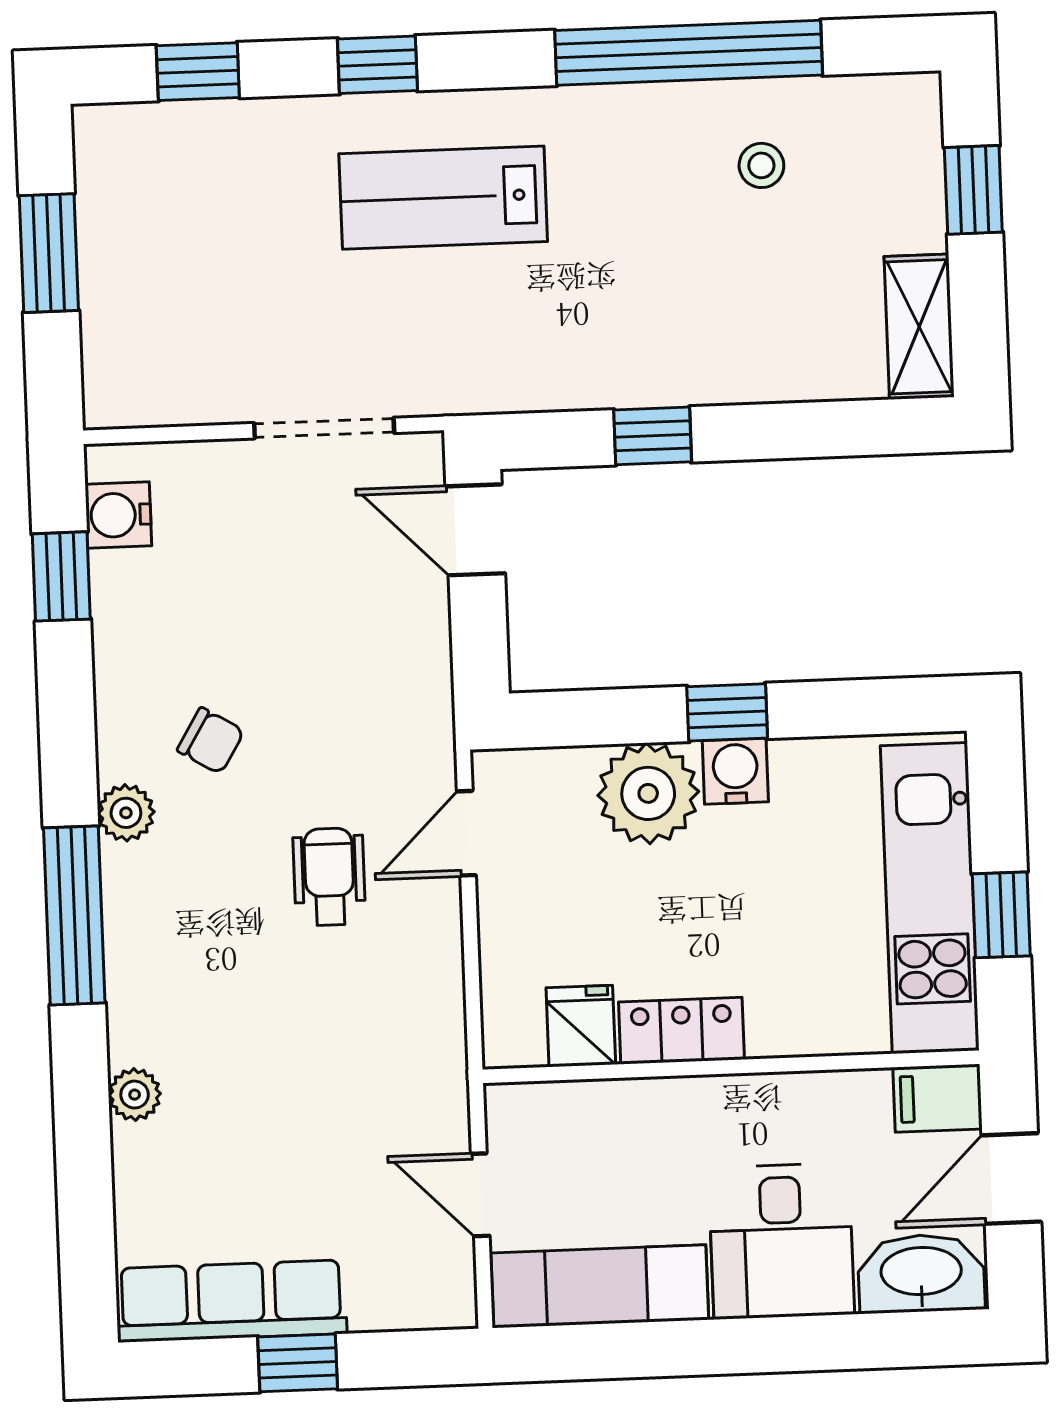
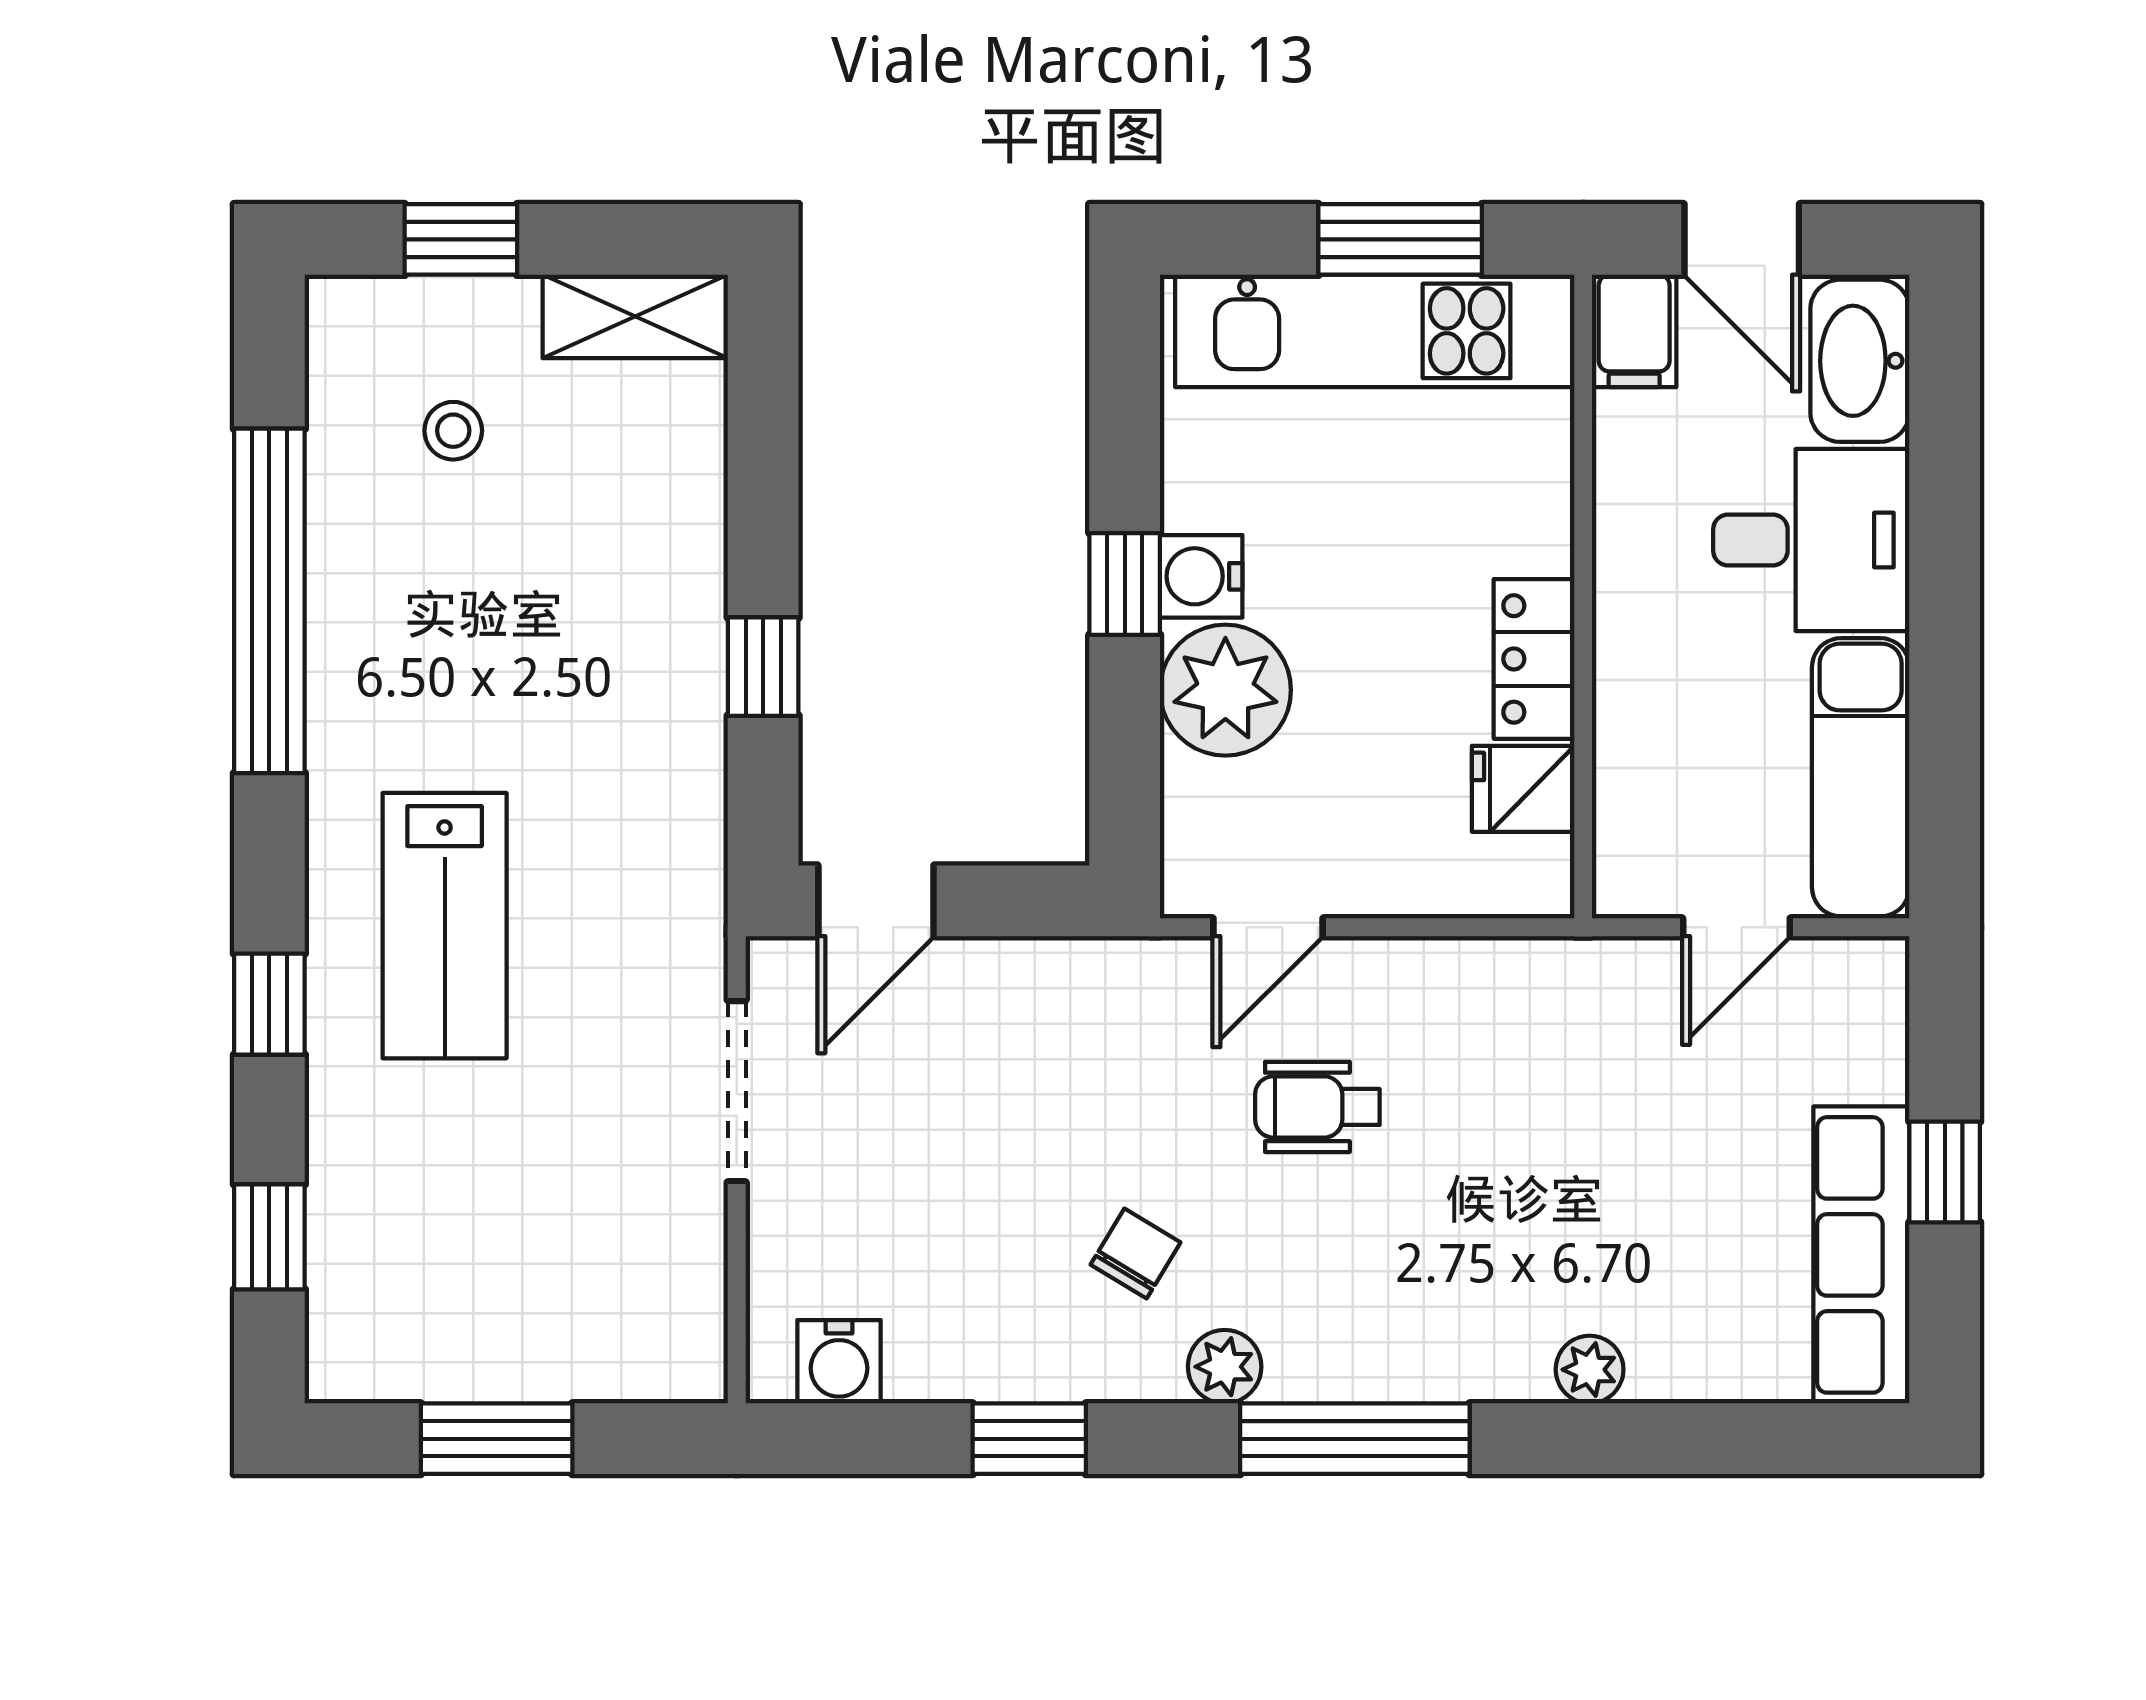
stool: (761, 165) -> (453, 431), moved
window: (61, 576) -> (1029, 1439), moved
door: (466, 833) -> (1268, 927), hinge flipped
window: (1001, 915) -> (1400, 239), width x1.50

